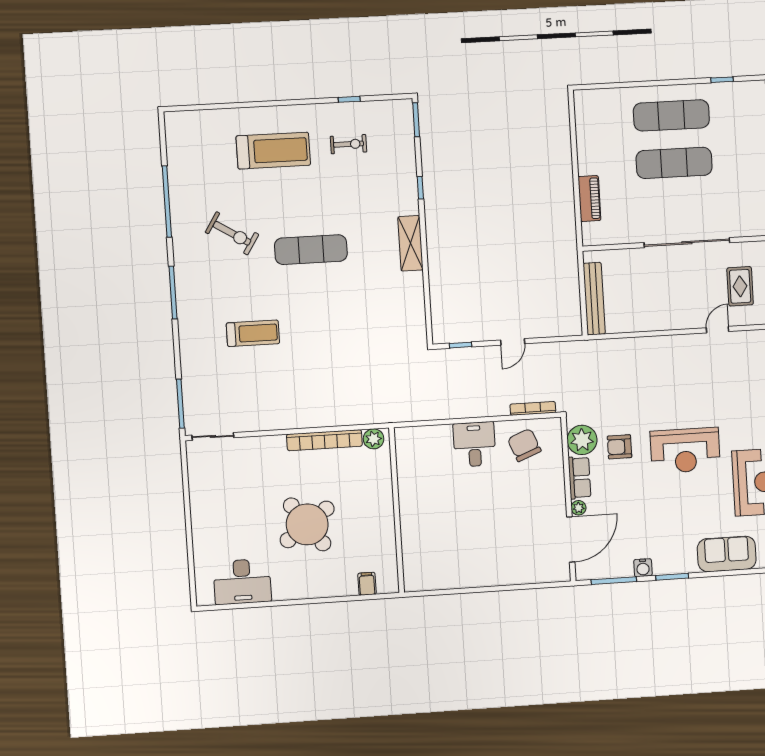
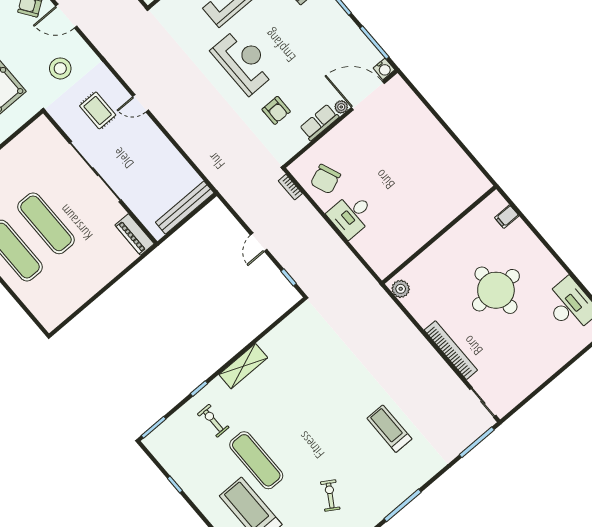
exercise bike: (349, 144) -> (213, 421), moved
piano: (589, 199) -> (134, 234), moved, turned -90
exercise bike: (232, 233) -> (330, 495), width x0.73, depth x0.72
exercise mat: (311, 250) -> (256, 460), moved
rug: (740, 286) -> (98, 110), turned 90
door: (513, 342) -> (259, 242), swing flipped
bookcase: (533, 408) -> (290, 187), width x0.64
bookcase: (324, 440) -> (451, 350), moved
plant: (582, 440) -> (291, 141), removed
round table: (307, 524) -> (496, 290), turned 36
water cooler: (643, 568) -> (384, 69), moved, turned 90

